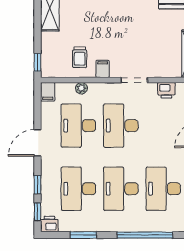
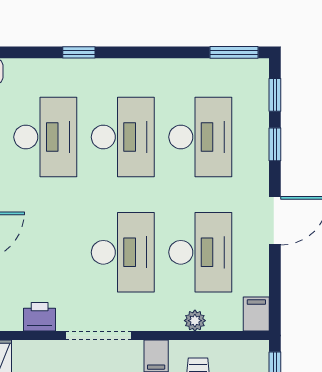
doorway: (134, 80) -> (98, 335), width x1.38
printer: (49, 224) -> (253, 73), removed
window: (83, 235) -> (234, 52), moved
window: (145, 235) -> (79, 52), width x0.32

